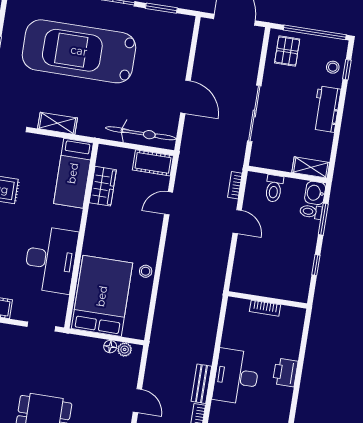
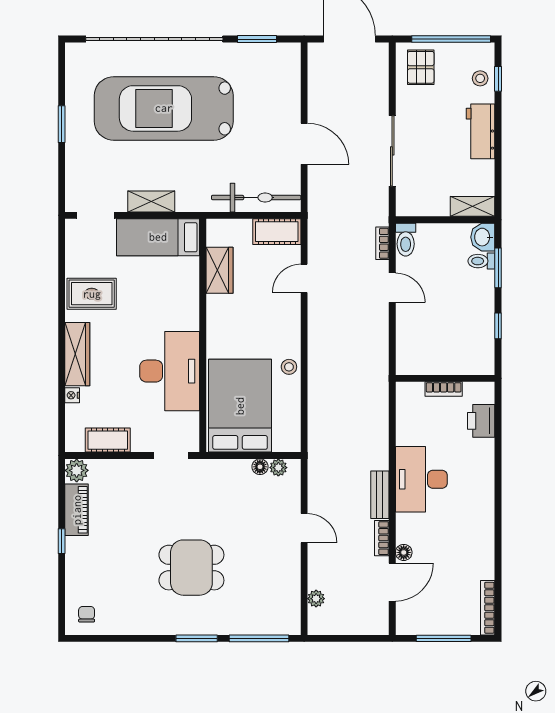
bed: (73, 173) -> (158, 237), moved, turned 90
toilet: (274, 188) -> (406, 240), moved
printer: (285, 372) -> (481, 421), moved

